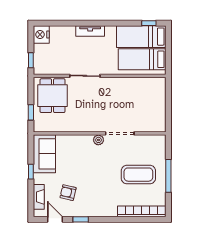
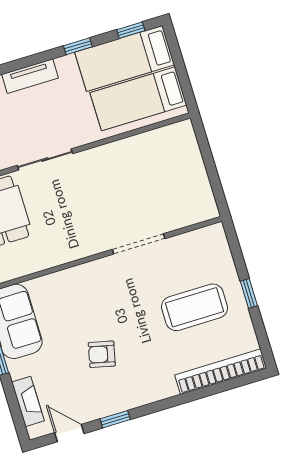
window: (119, 23) -> (78, 46), added
plant: (98, 140) -> (104, 267), removed
window: (168, 176) -> (249, 293), width x0.46
armchair: (68, 193) -> (102, 354), moved

